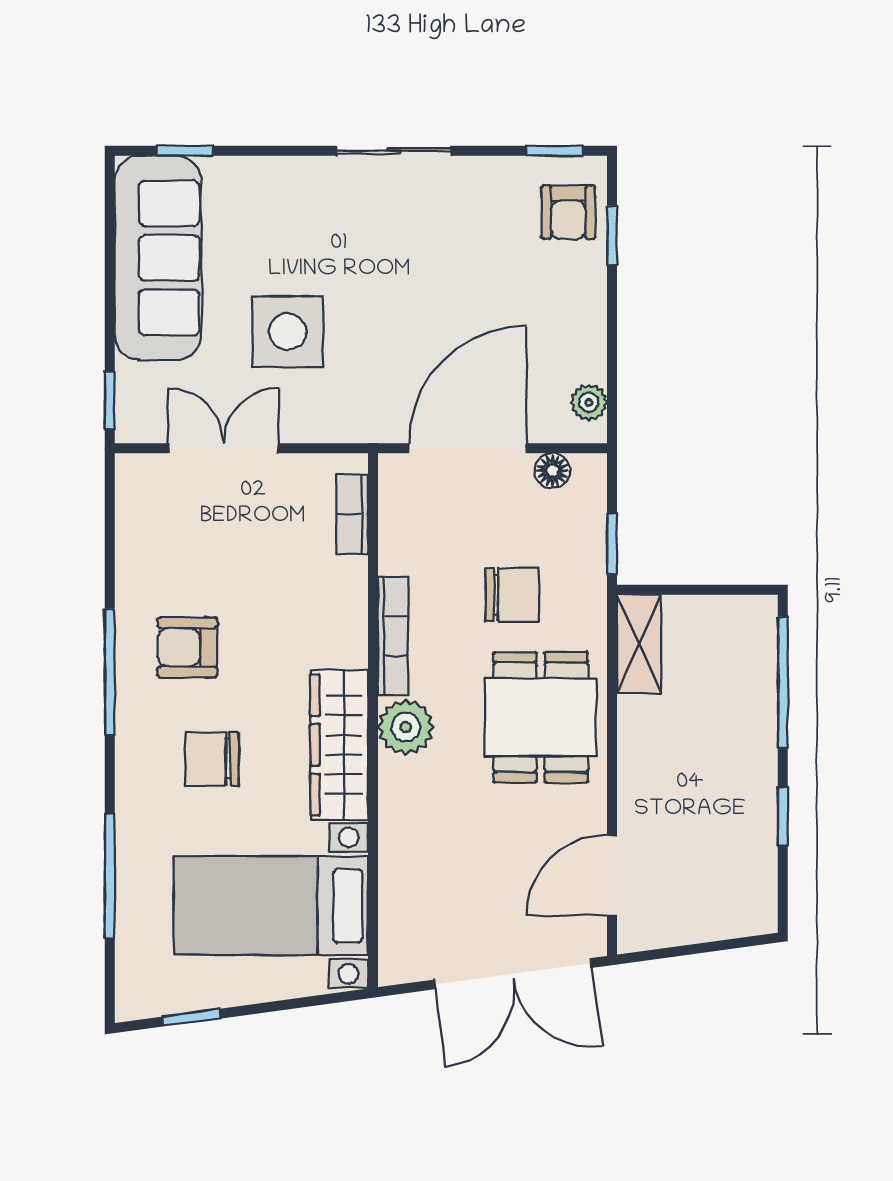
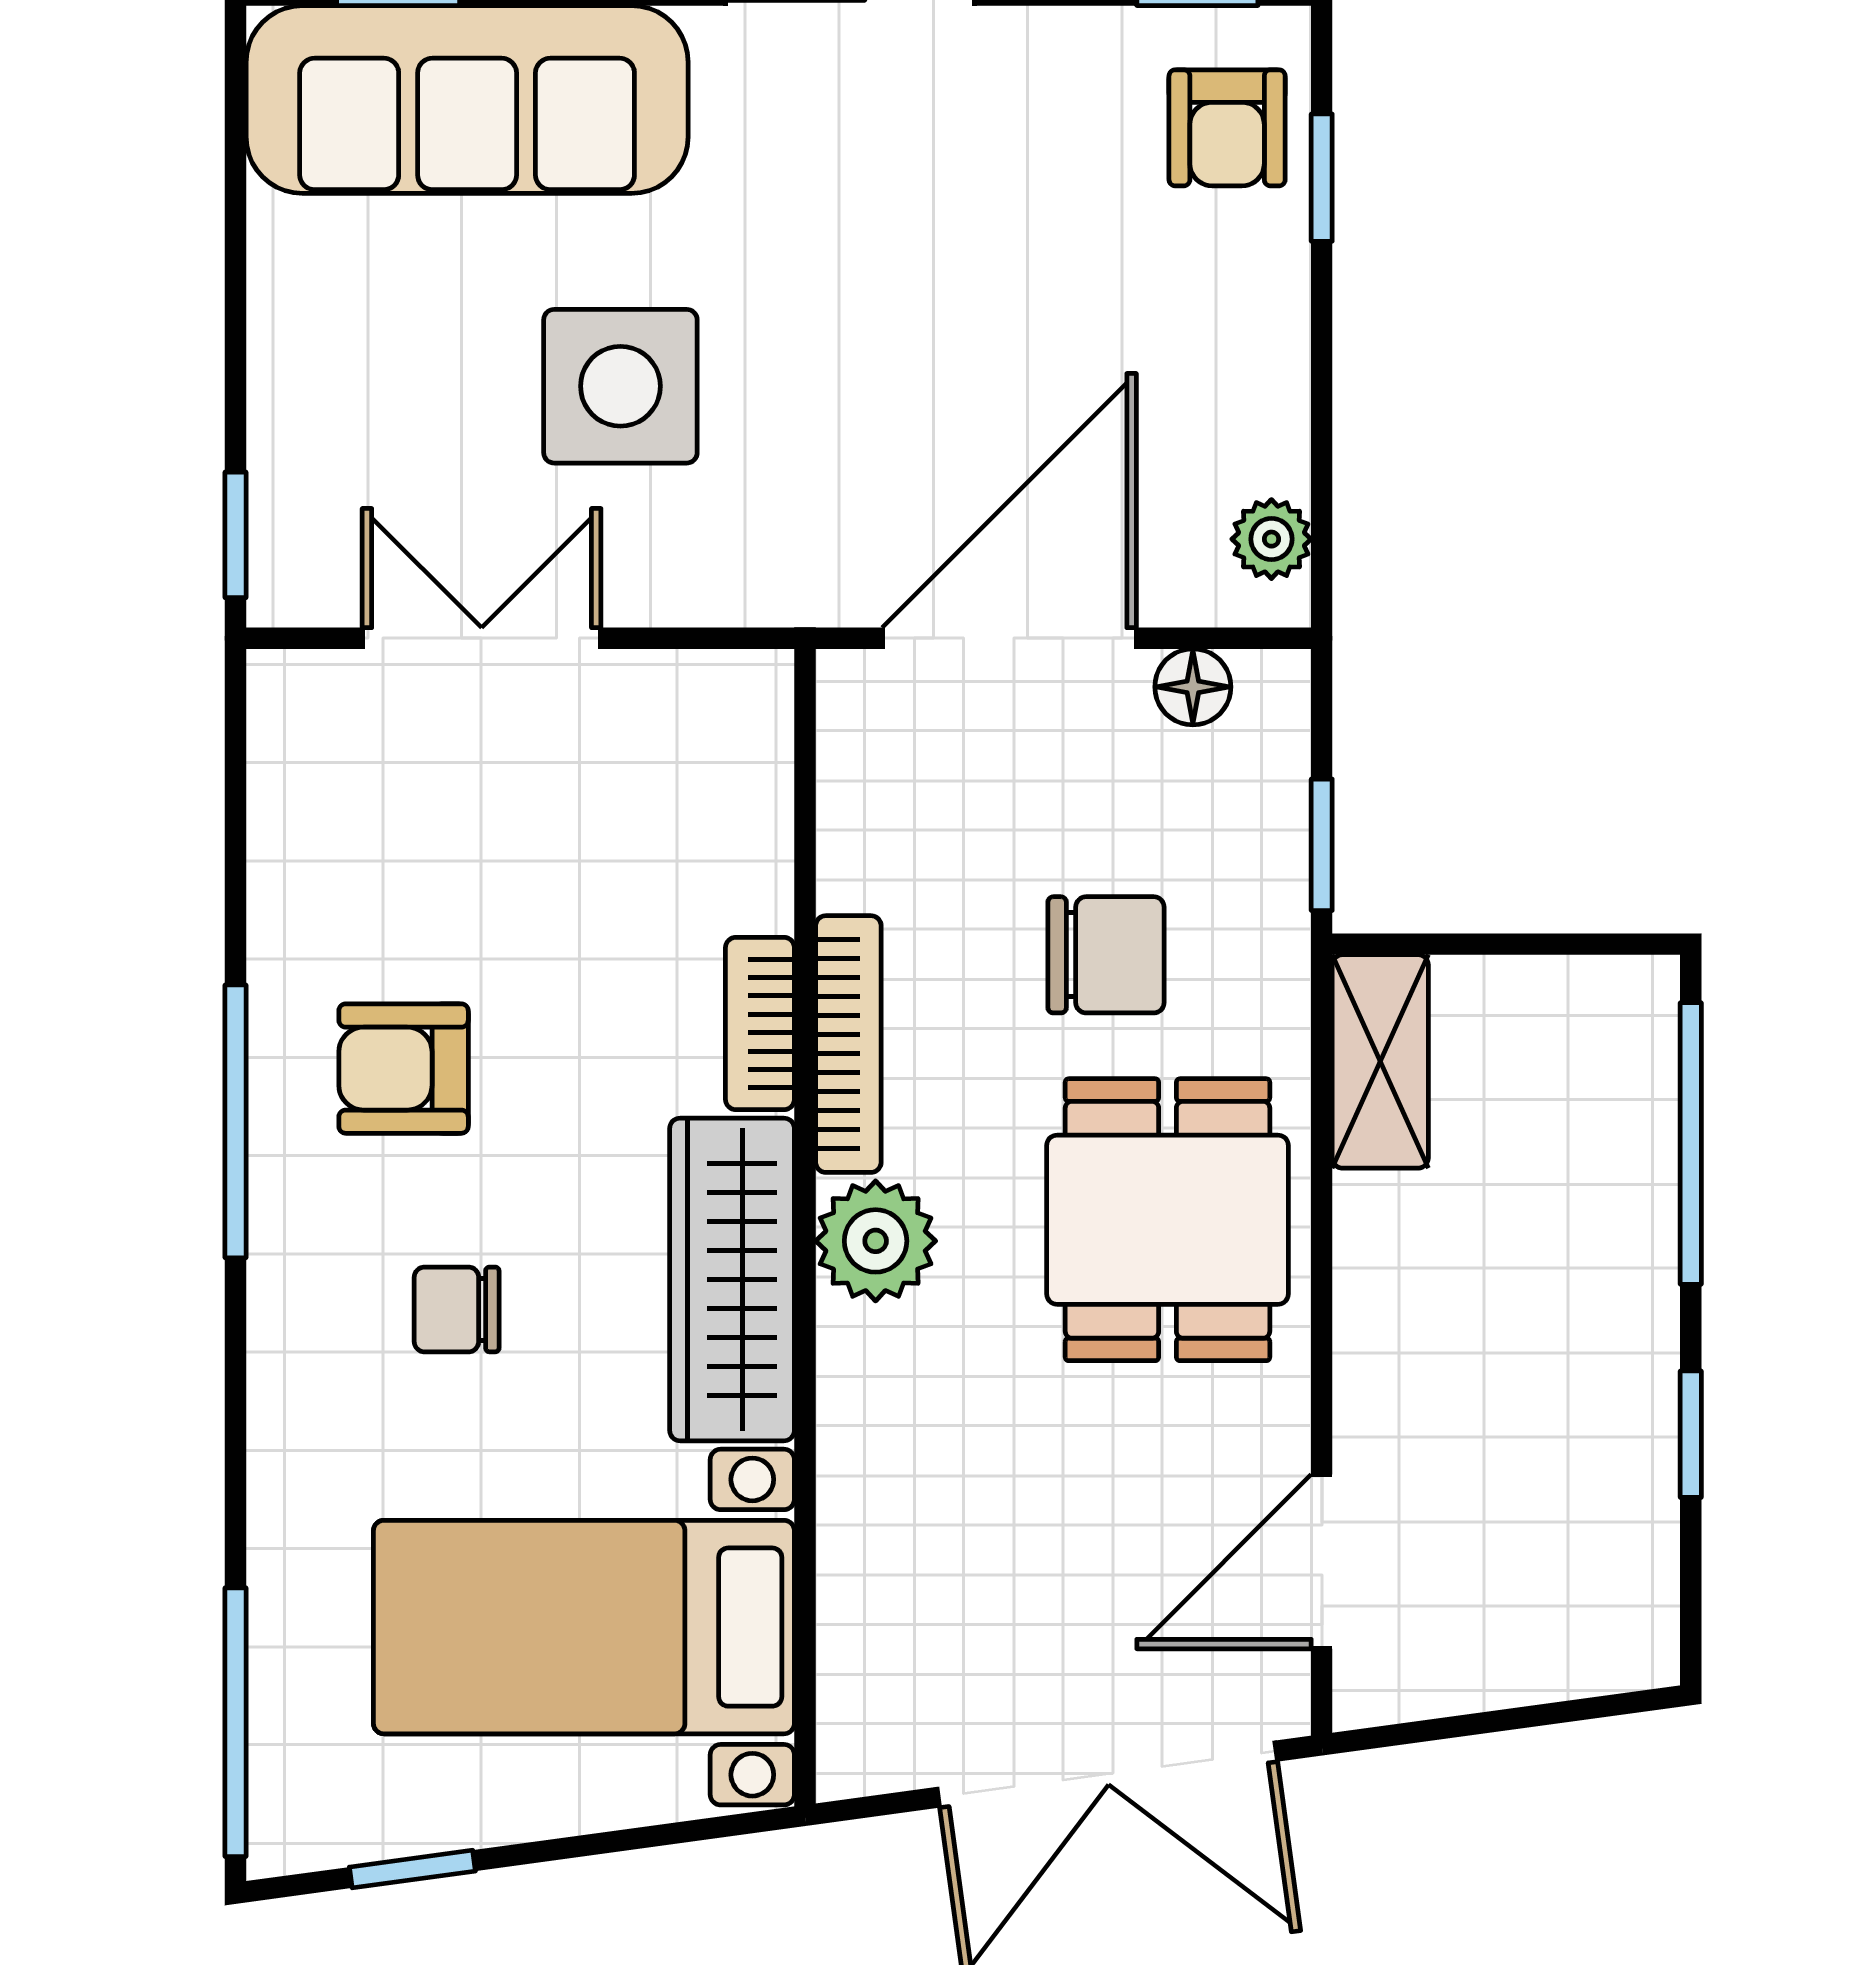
sofa: (158, 258) -> (467, 100), moved, turned 90
bookcase: (352, 514) -> (760, 1024), moved
chair: (212, 759) -> (457, 1309), width x0.73, depth x0.73
window: (110, 876) -> (236, 1722), moved

